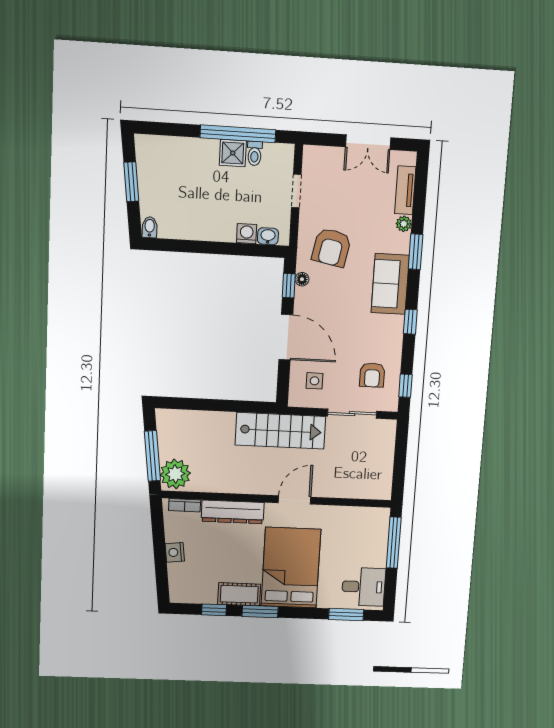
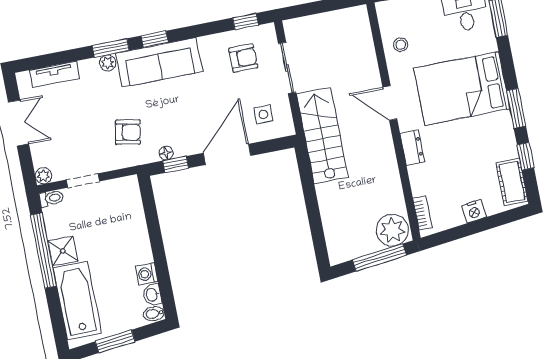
toilet: (255, 153) -> (51, 198), moved
plant: (311, 153) -> (43, 176), added
bathtub: (181, 155) -> (77, 300), added
plant: (404, 224) -> (108, 63), moved
washing machine: (247, 234) -> (147, 274), moved
washbasin: (268, 236) -> (152, 295), moved
armchair: (331, 247) -> (128, 132), width x0.72, depth x0.72
sofa: (390, 284) -> (159, 62), width x1.36
window: (410, 322) -> (155, 39), moved
dresser: (233, 512) -> (412, 148), width x0.51, depth x0.80
stool: (346, 522) -> (401, 45), added
cot: (239, 594) -> (512, 182), moved

